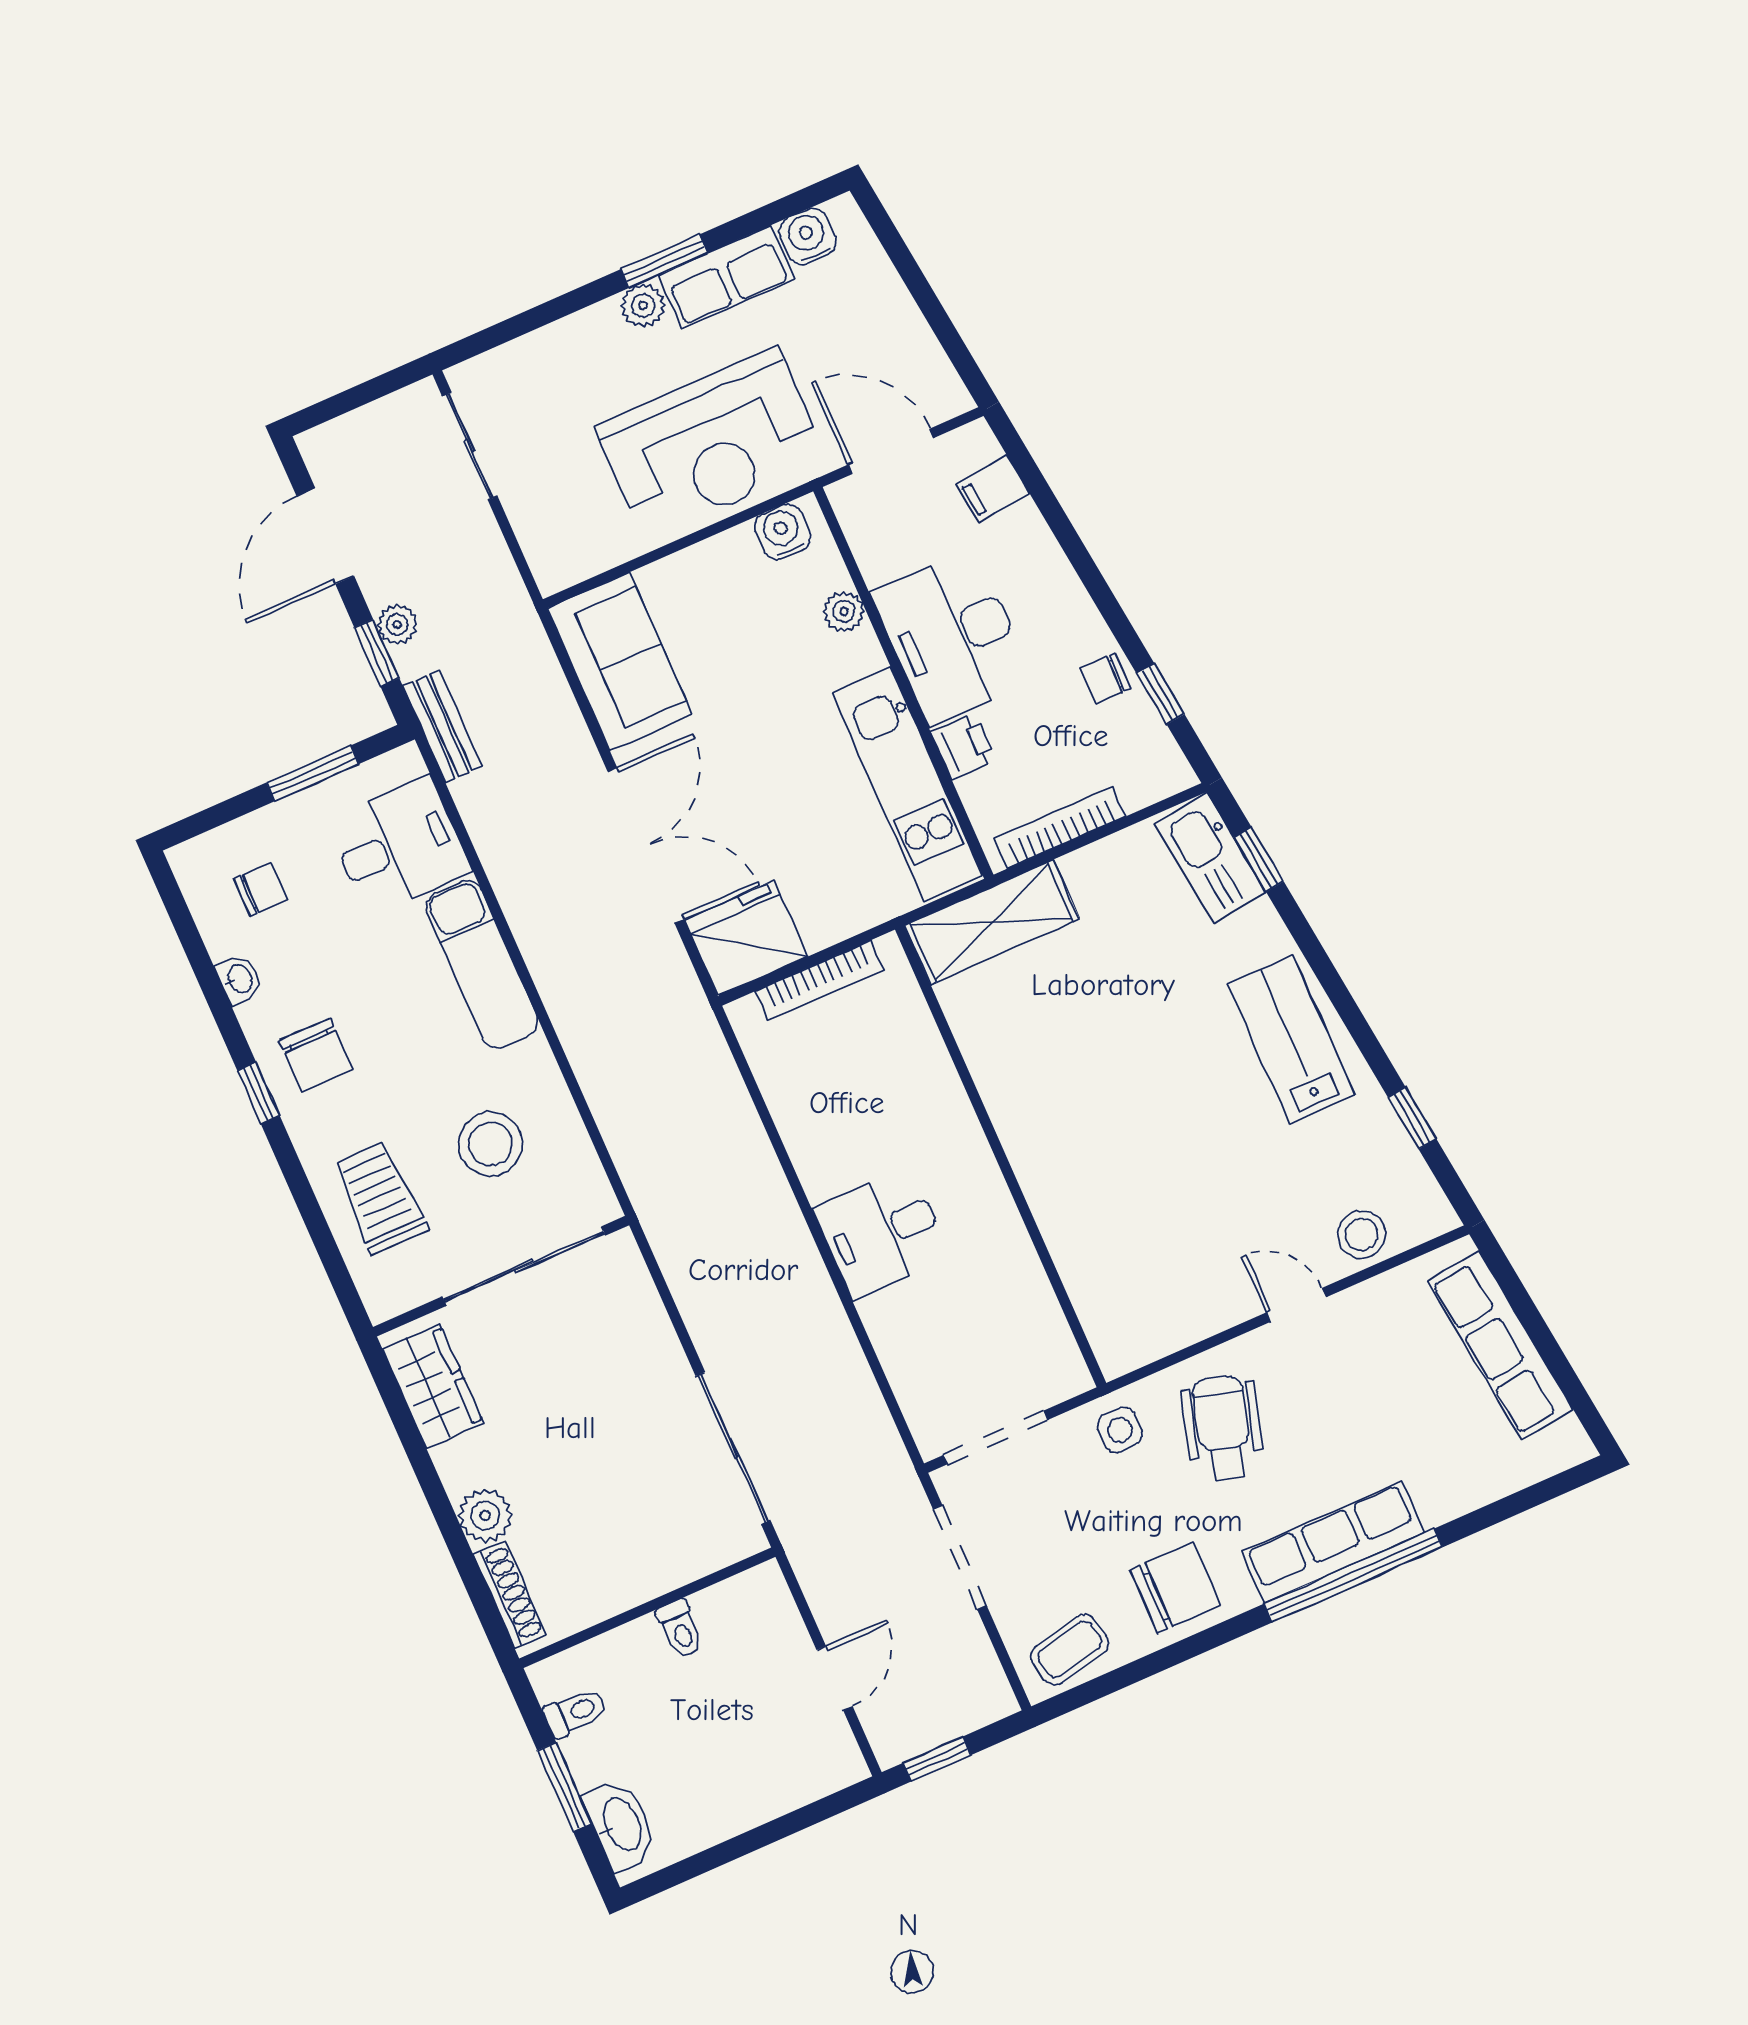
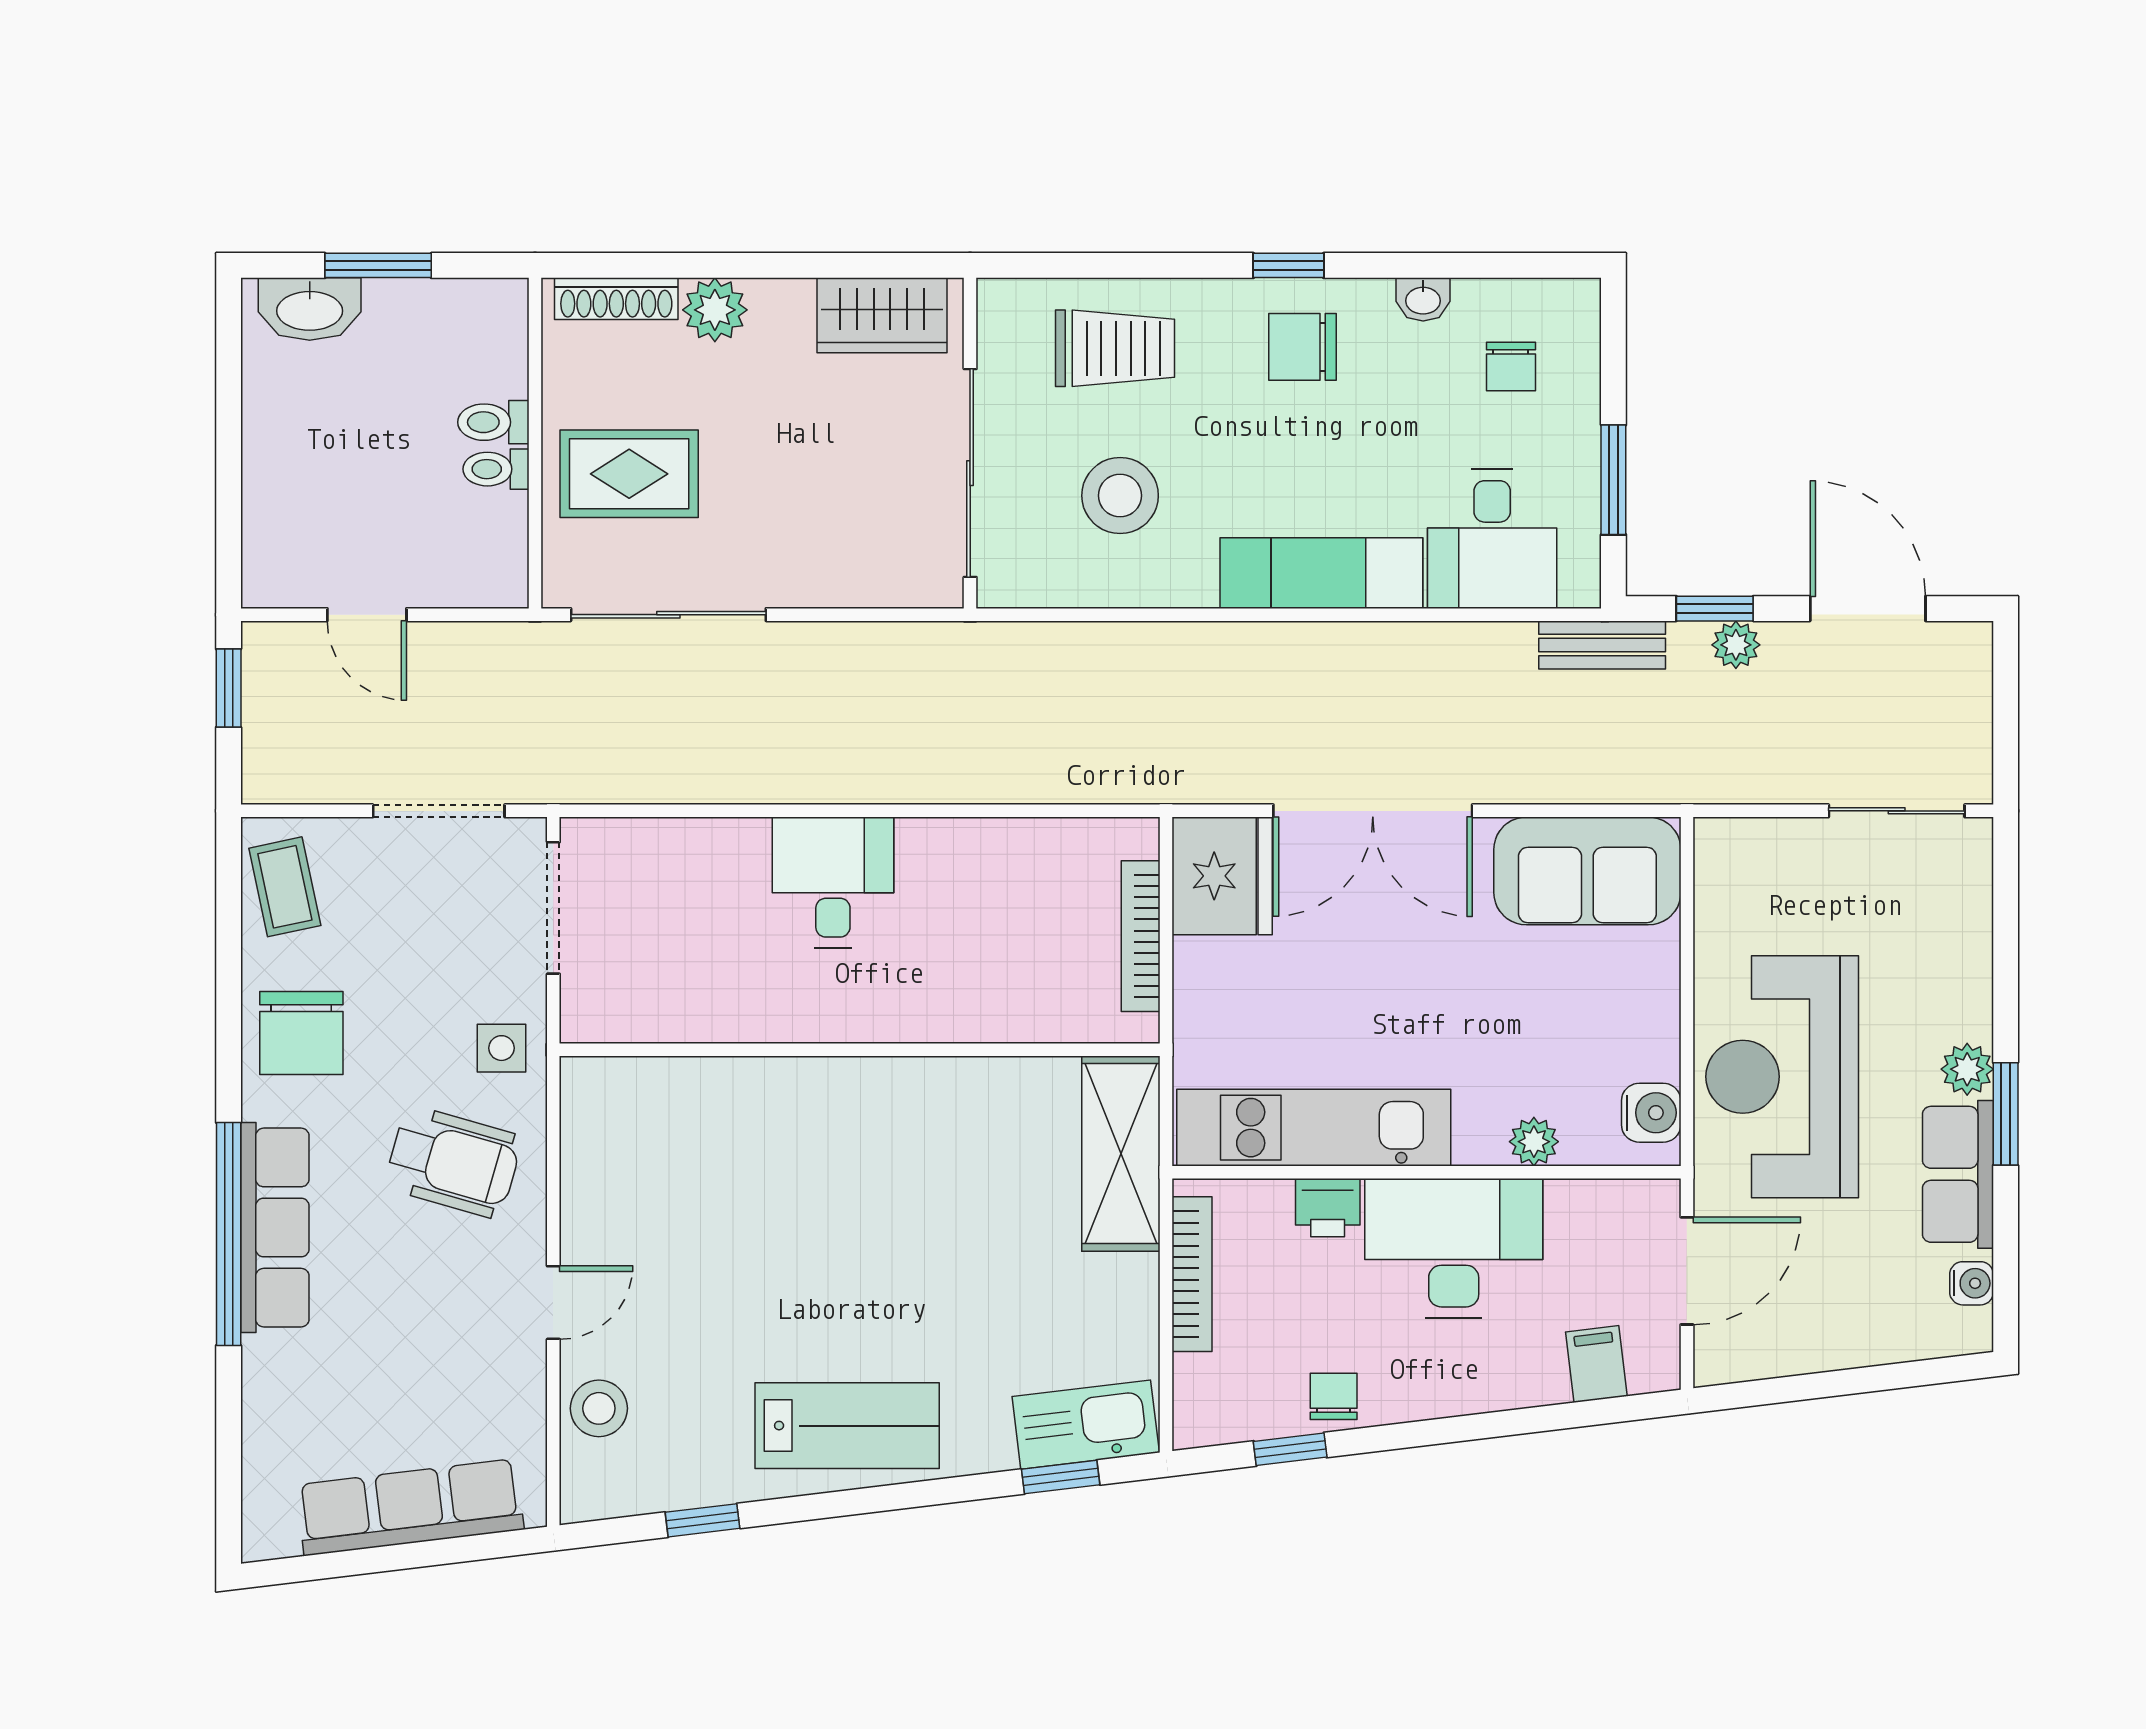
water cooler: (808, 236) -> (1972, 1283), width x0.72, depth x0.72
rug: (639, 1526) -> (629, 474), added
toilet: (575, 1712) -> (493, 422), moved, turned 90

